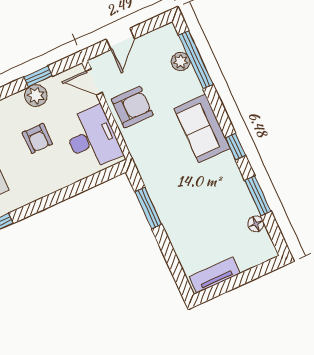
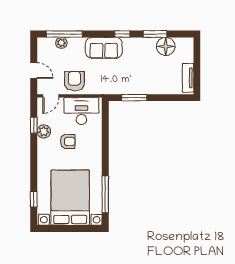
floor lamp: (256, 224) -> (166, 46), width x1.89, depth x1.89

